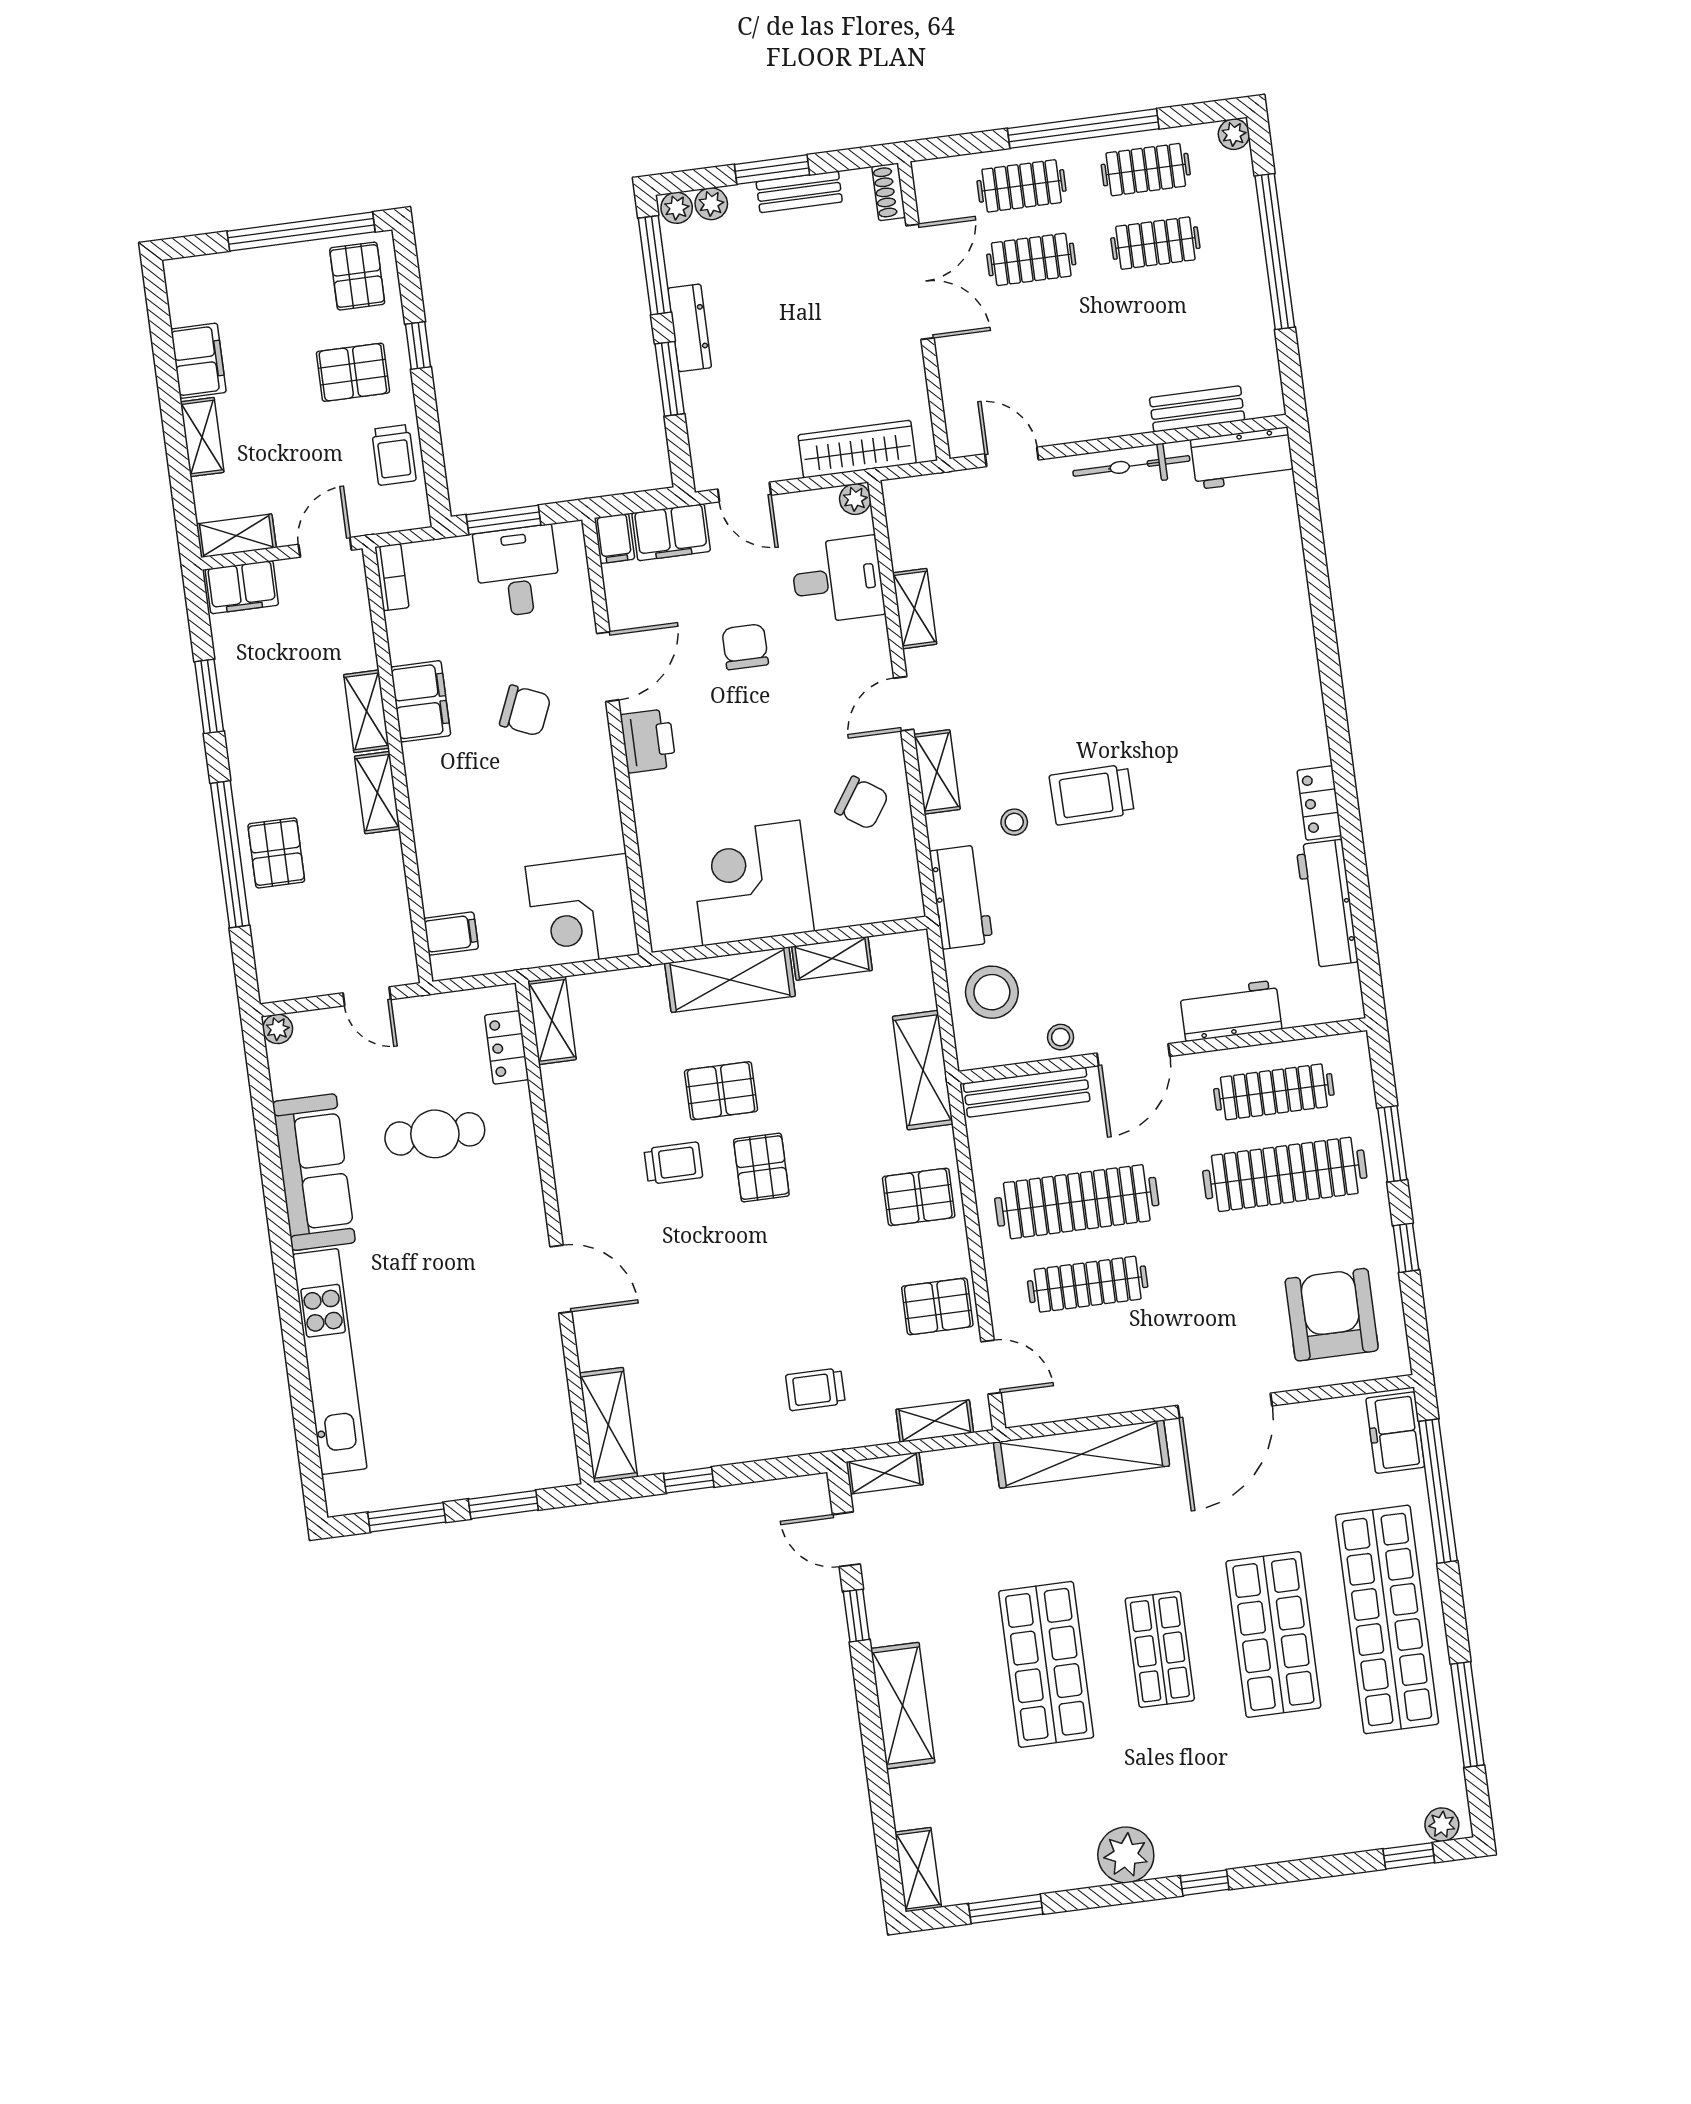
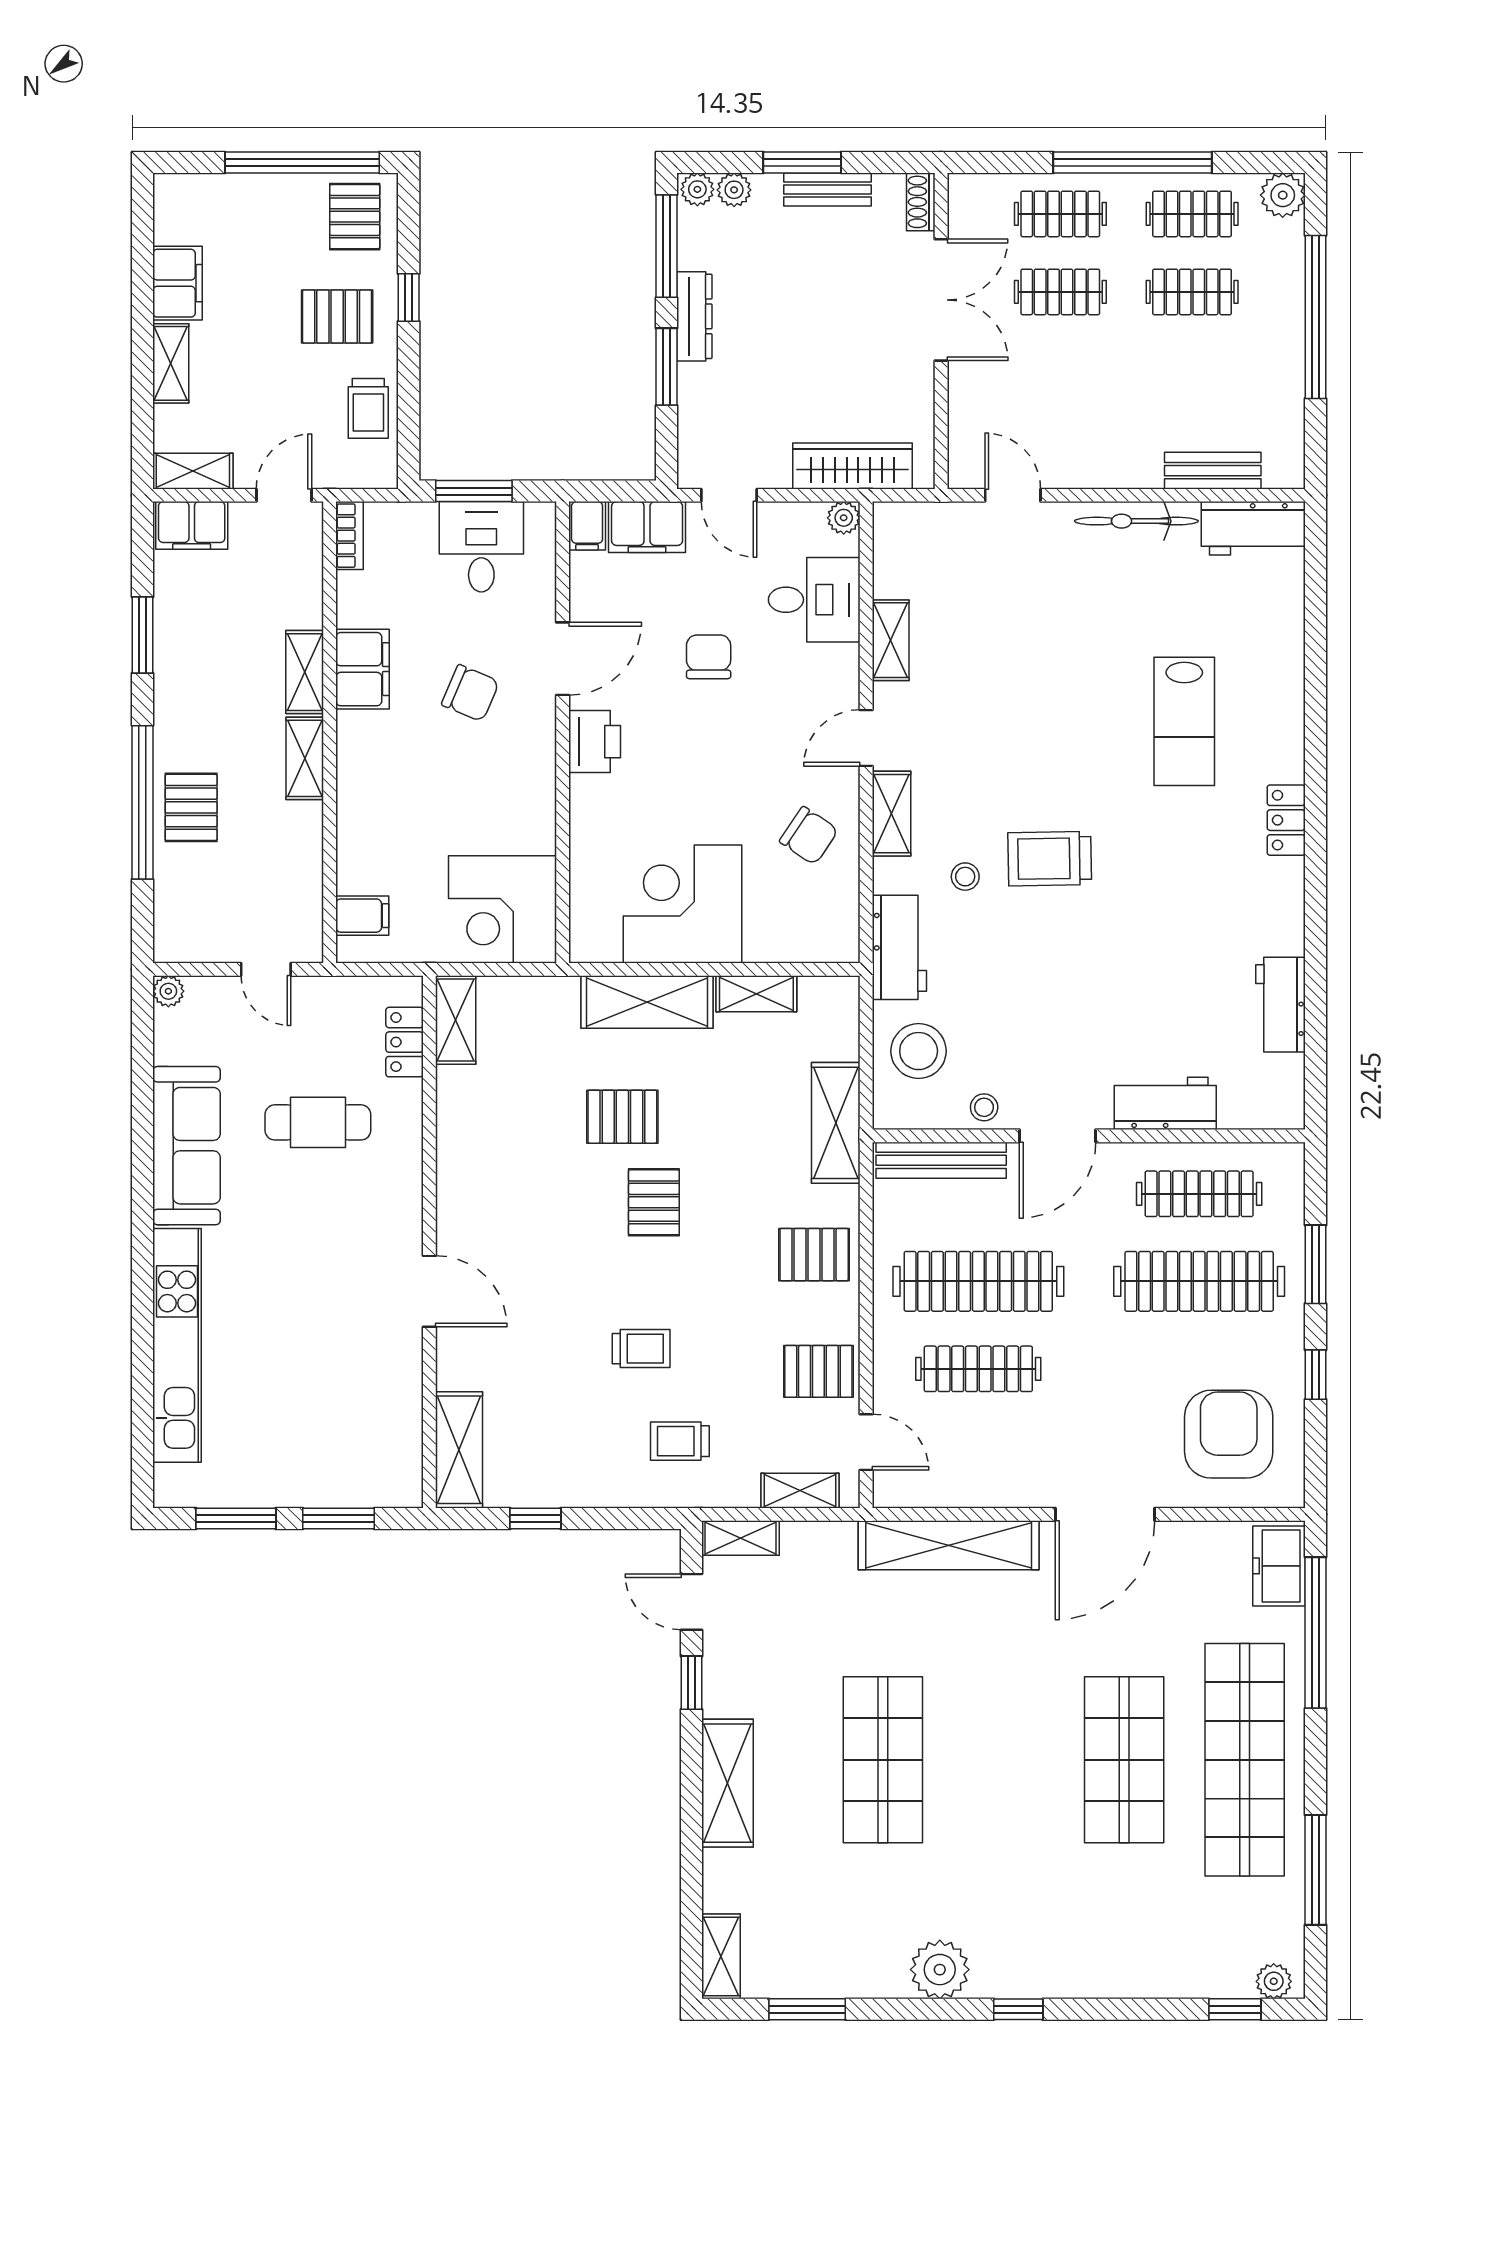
plant: (1234, 134) -> (1283, 195), width x1.38, depth x1.38
lab bench: (1201, 649) -> (1184, 721), added
locker: (1319, 803) -> (1286, 820), moved
workbench: (1327, 904) -> (1280, 1005), width x0.73
trolley: (673, 1163) -> (641, 1349), moved
shop shelf: (1160, 1649) -> (1003, 1760), removed

